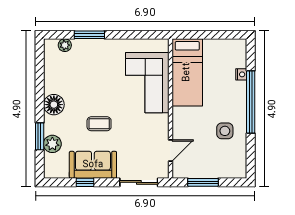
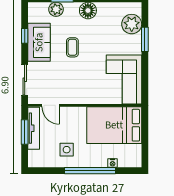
plant: (65, 45) -> (132, 24), width x1.88, depth x1.88
bed: (187, 72) -> (114, 125), width x1.50
corner sofa: (147, 83) -> (124, 80), moved, turned -90
tv unit: (198, 171) -> (34, 128), added

